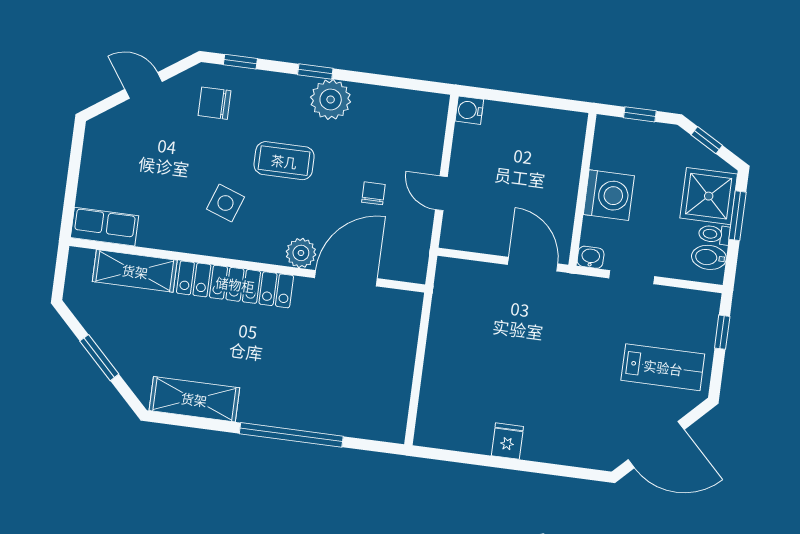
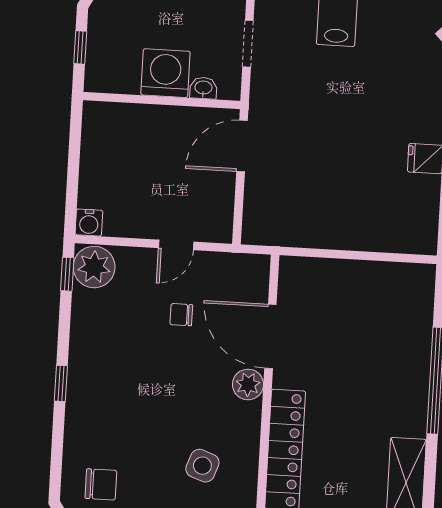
window: (240, 62) -> (67, 274), moved
plant: (331, 100) -> (94, 267), moved
chair: (215, 103) -> (101, 484), turned -90
coffee table: (284, 161) -> (155, 409), removed
washbasin: (591, 257) -> (203, 88), moved, turned 90

